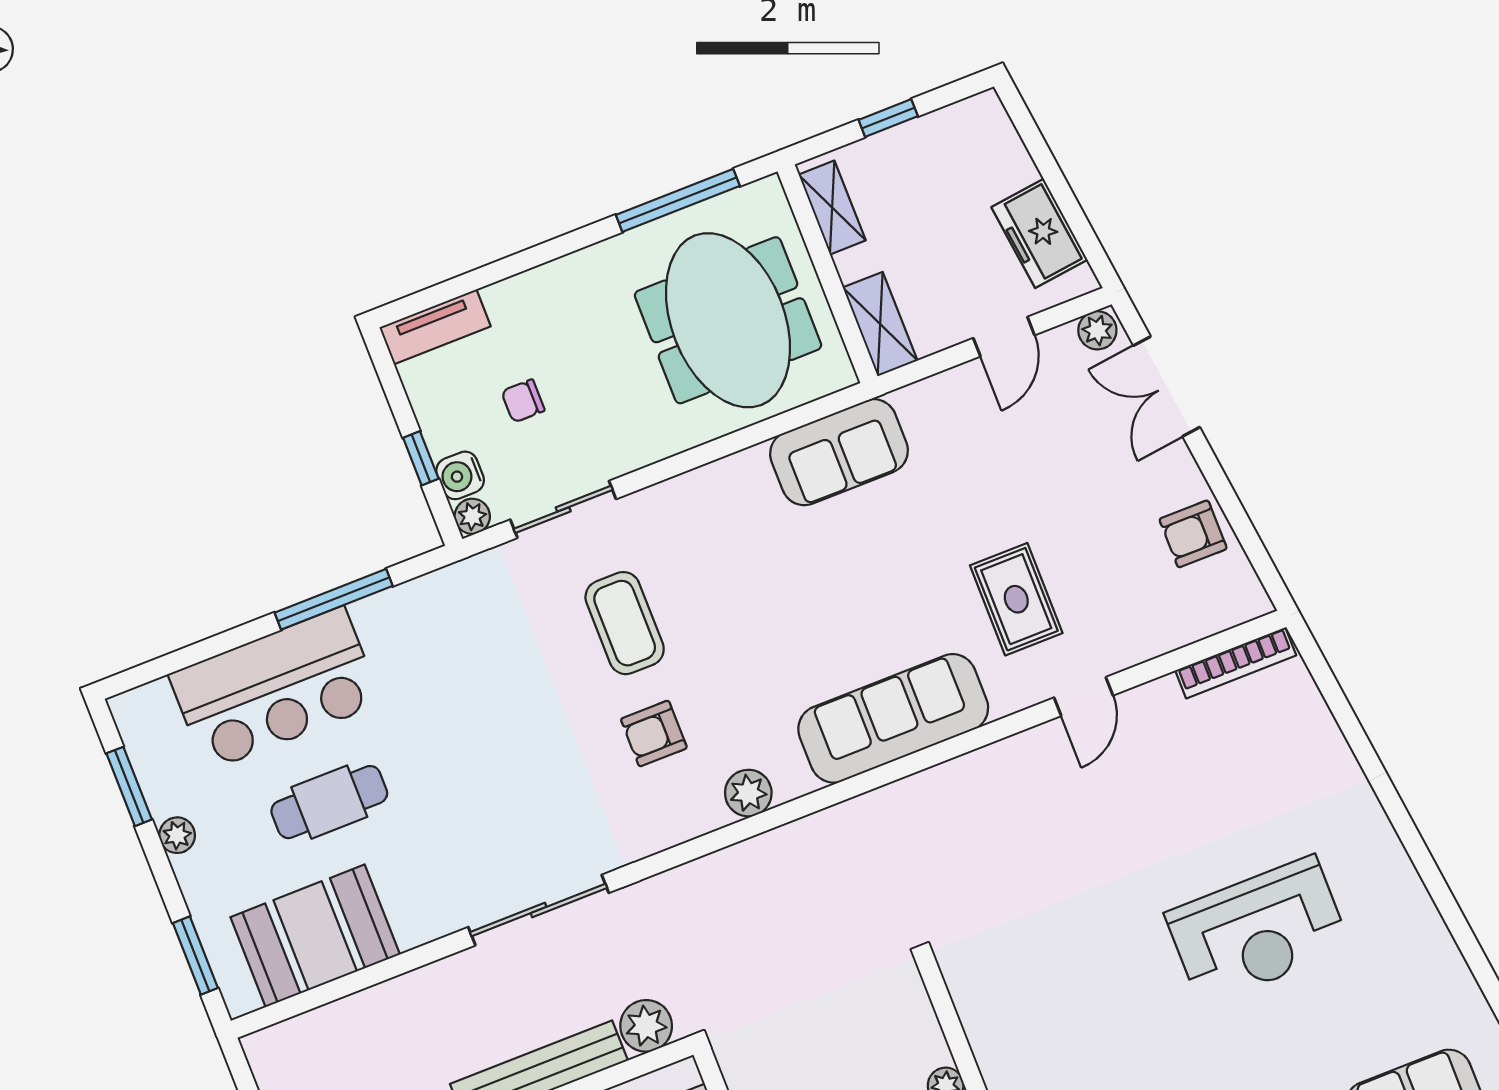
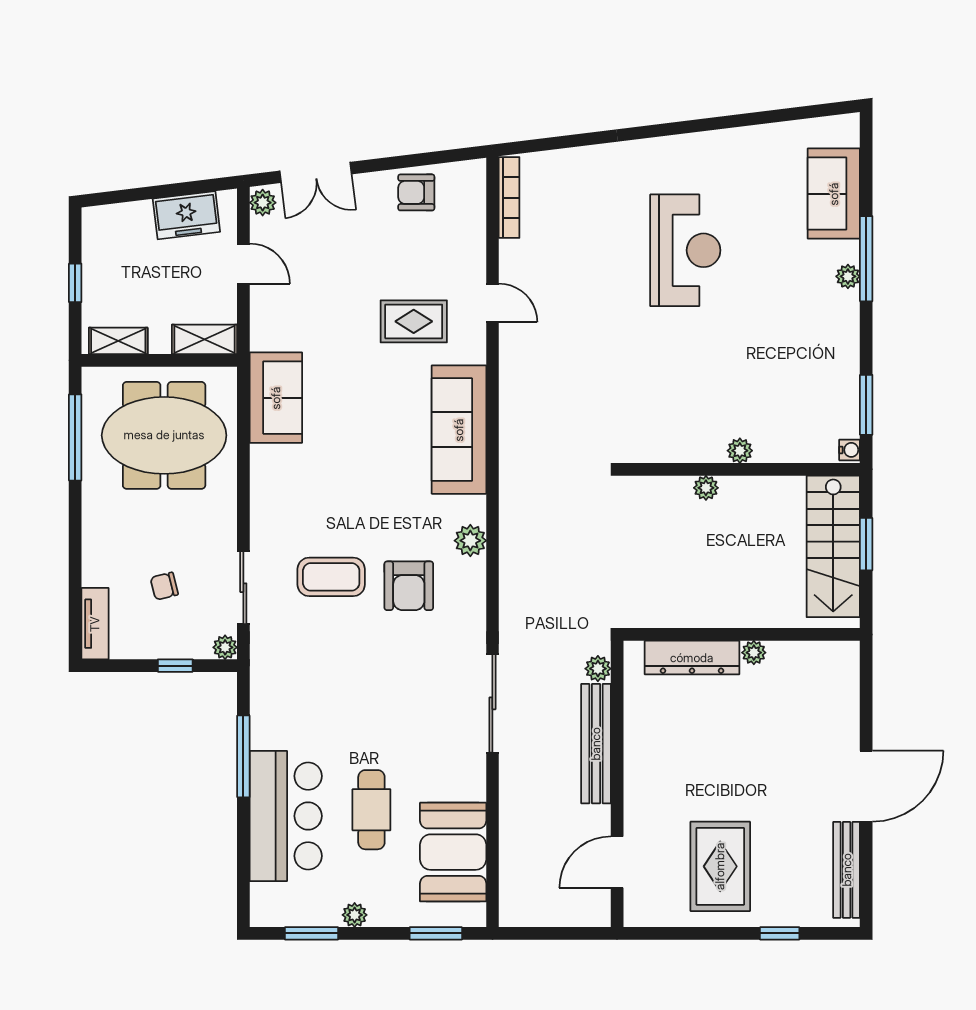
chair: (523, 401) -> (164, 586), turned 76
water cooler: (460, 475) -> (196, 645), removed
armchair: (1193, 534) -> (416, 192), turned 90
armchair: (654, 733) -> (409, 586), width x1.38, depth x1.38
plant: (646, 1026) -> (598, 669), width x0.73, depth x0.73

